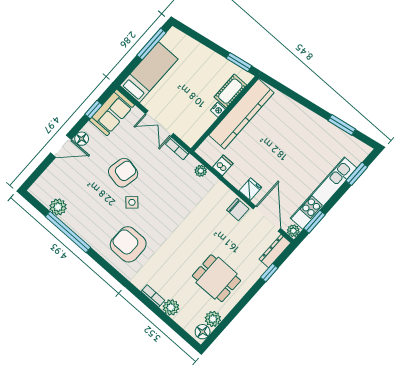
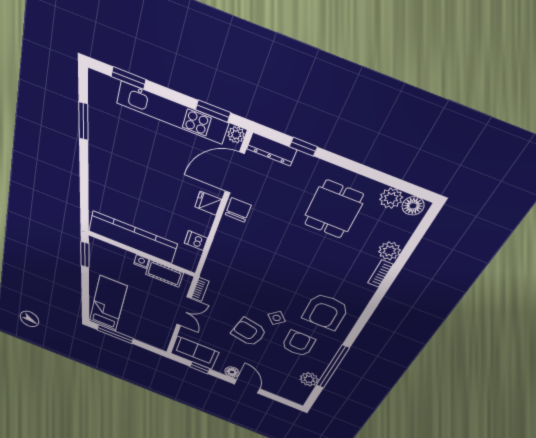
bed: (149, 72) -> (108, 304), moved, turned 90
cot: (230, 91) -> (164, 274), moved
plant: (201, 171) -> (213, 261), removed
armchair: (100, 211) -> (298, 344), added

